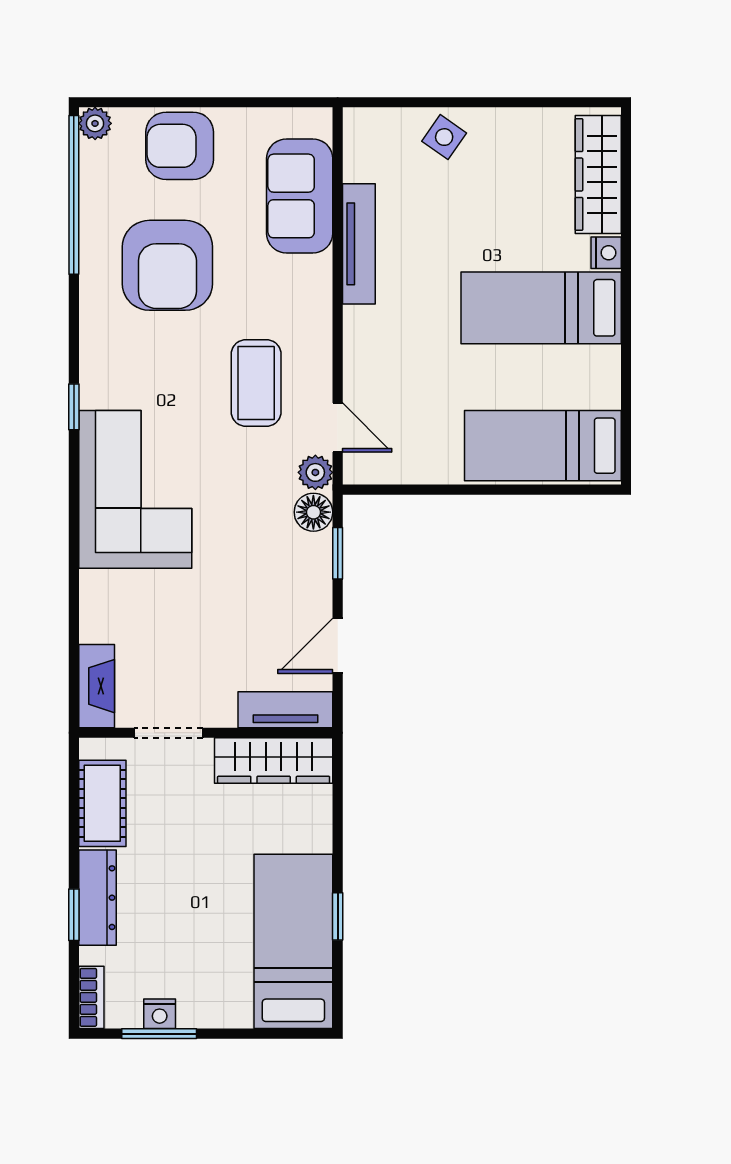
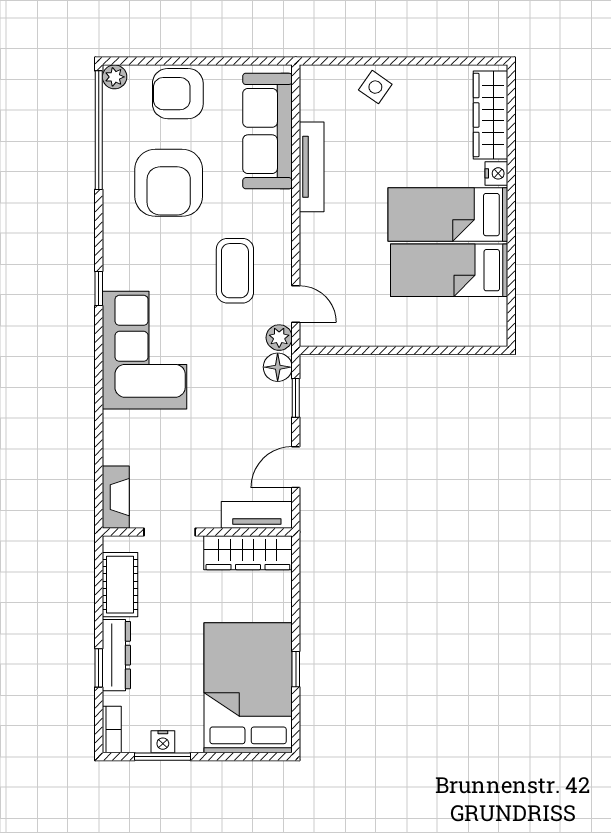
sofa: (300, 196) -> (267, 131), width x1.36
bed: (543, 446) -> (449, 270), moved
bed: (293, 941) -> (248, 688), width x1.50

